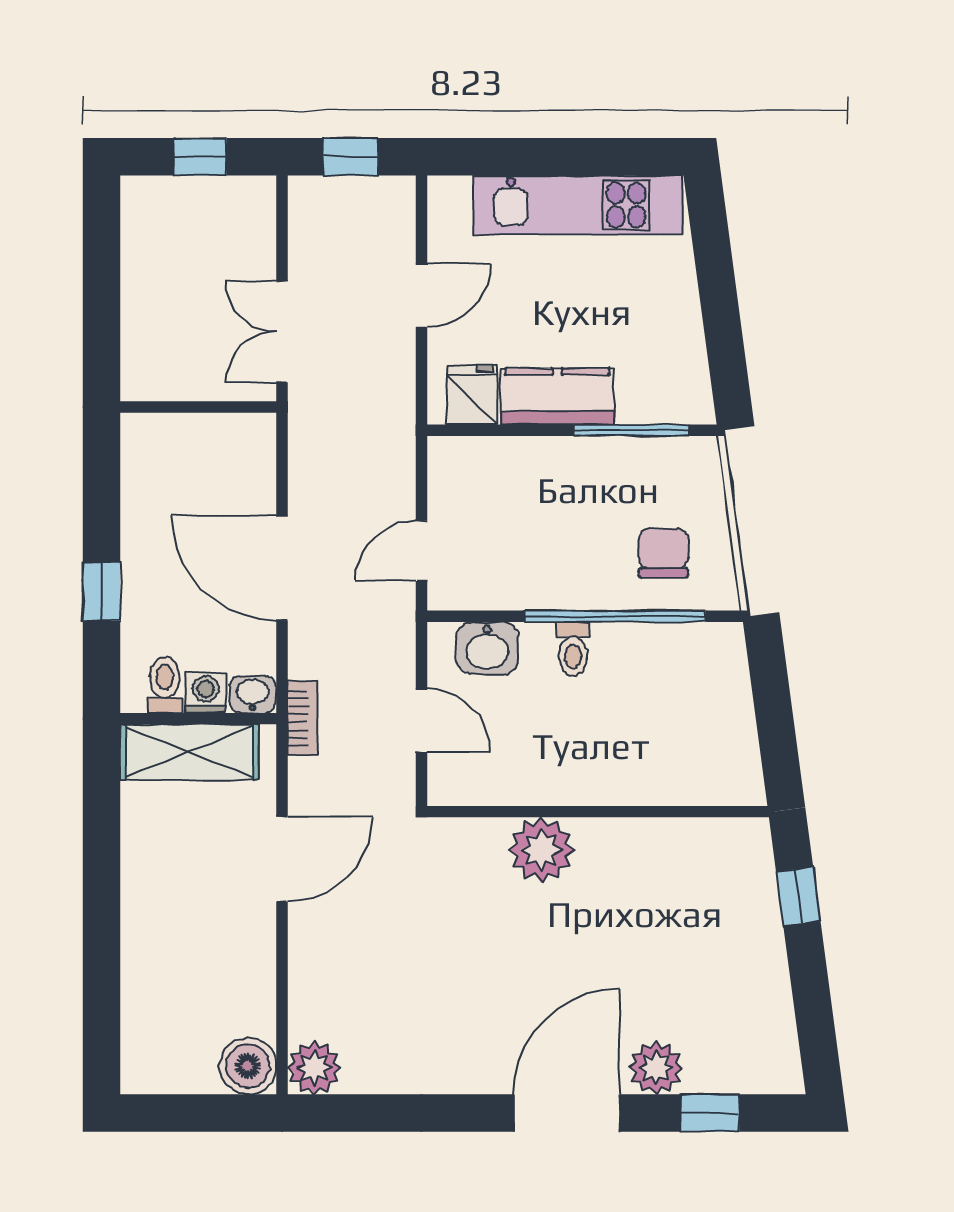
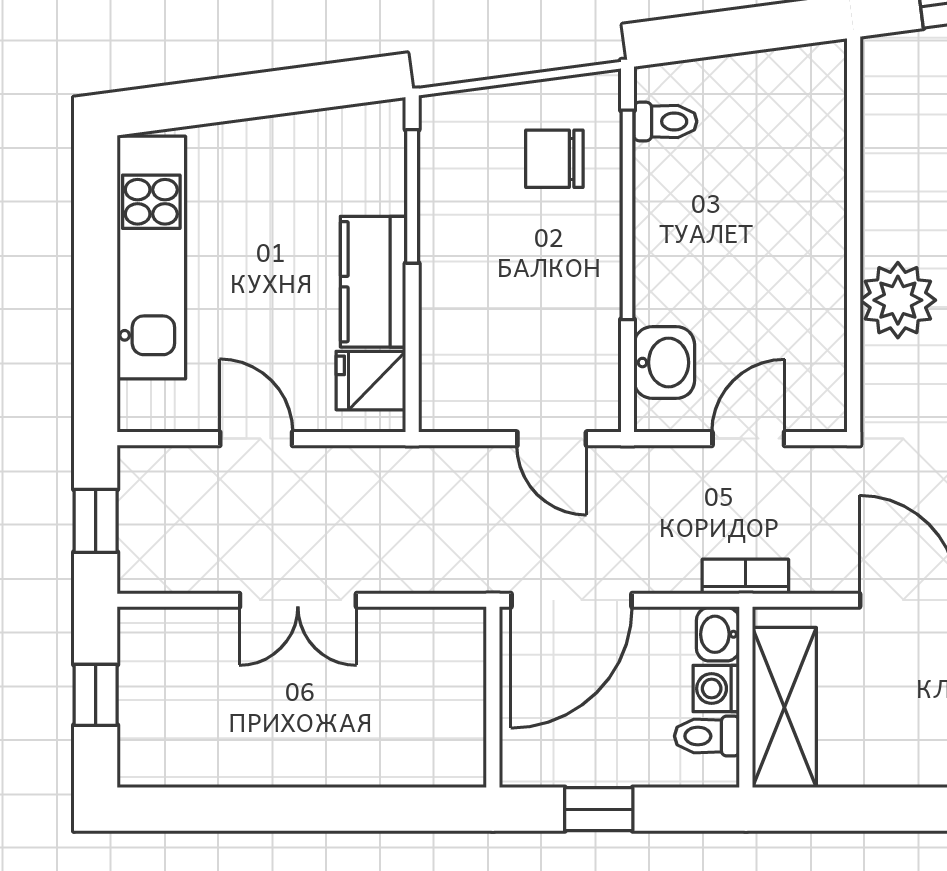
wall: (198, 407) -> (493, 697), moved
toilet: (573, 649) -> (665, 121), moved

